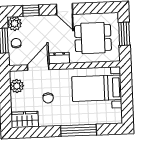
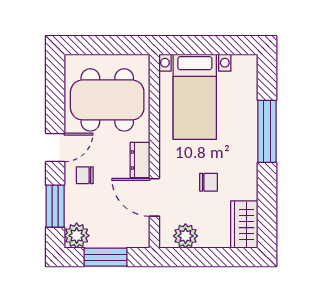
window: (31, 11) -> (55, 206), width x1.50
window: (124, 34) -> (102, 45), removed
dining table: (93, 38) -> (107, 100), width x1.38
chair: (16, 43) -> (85, 175), moved

